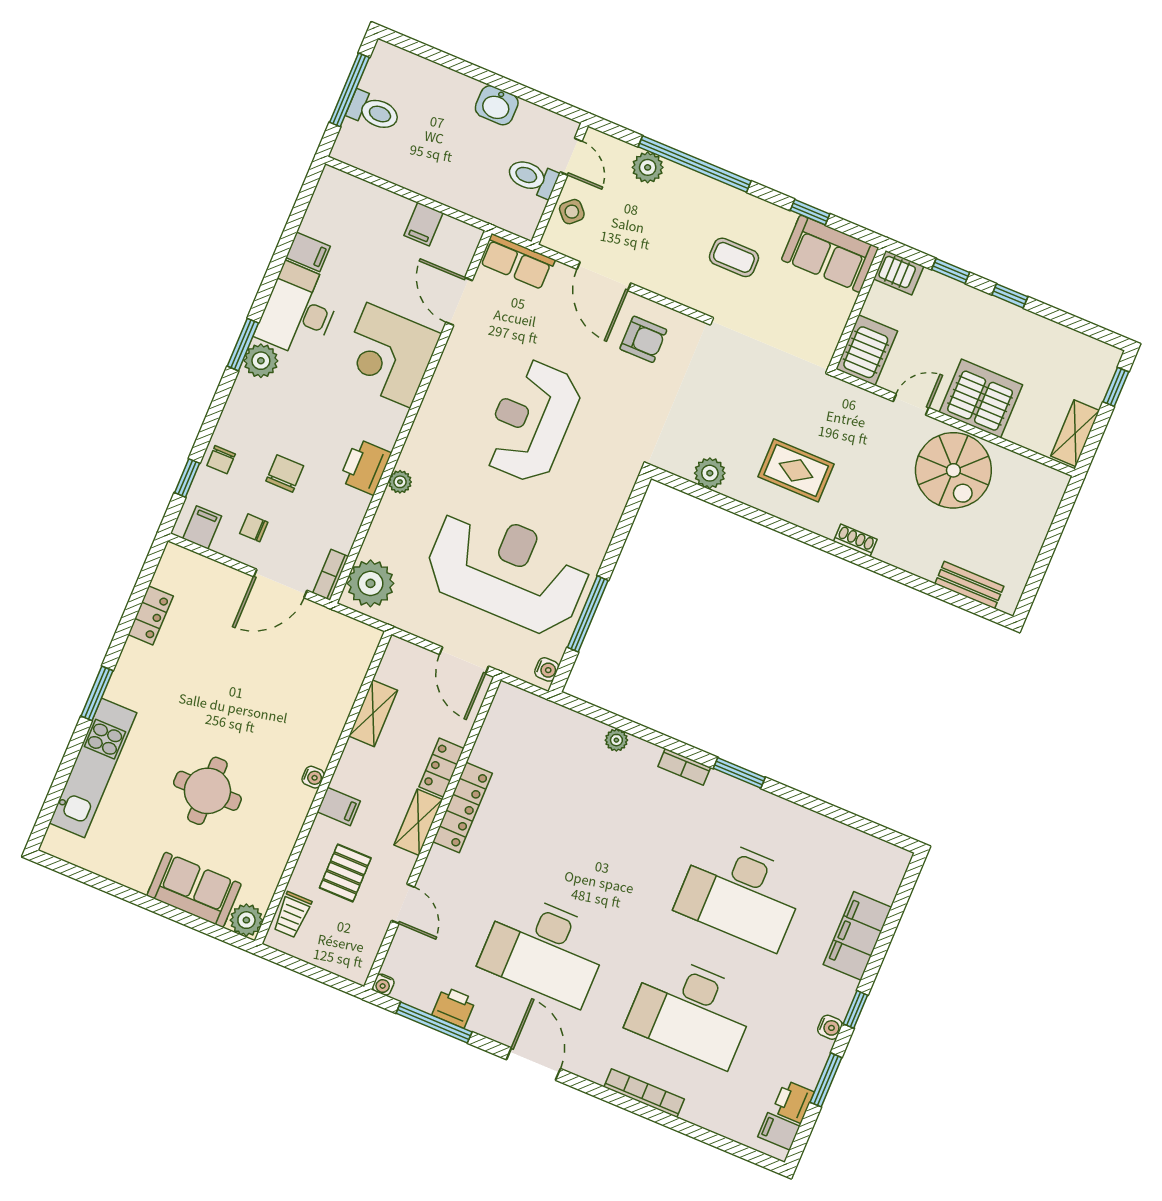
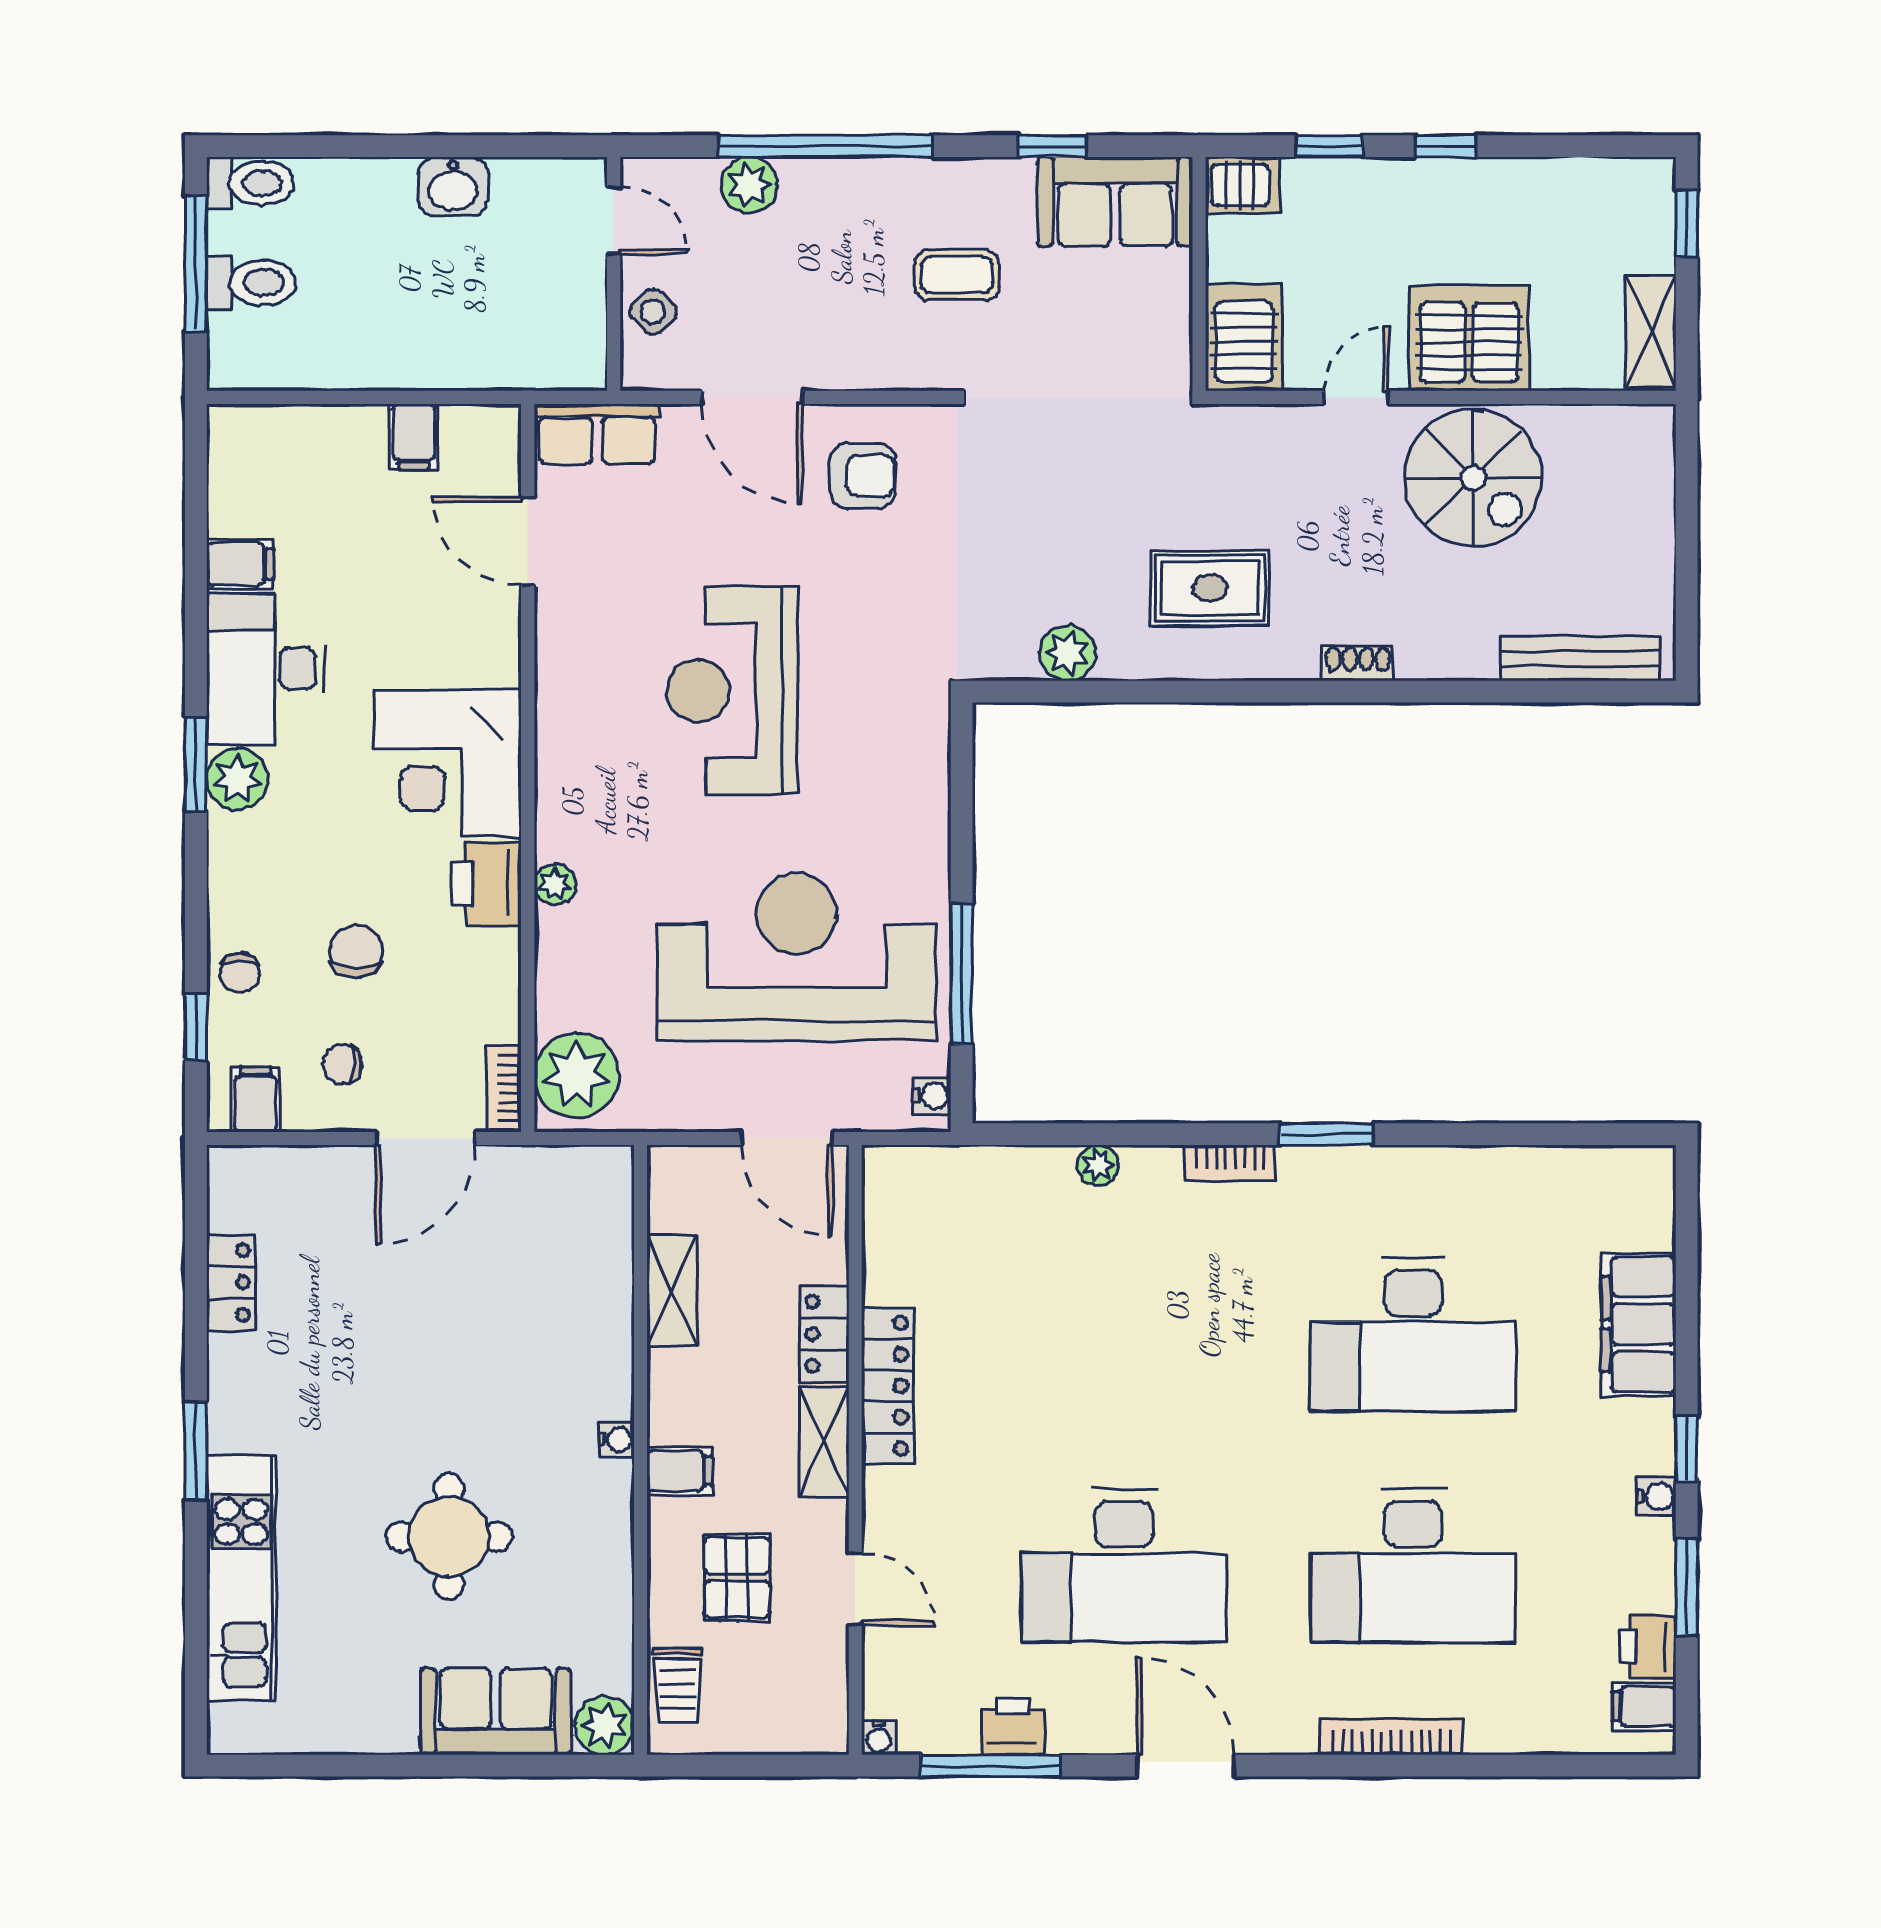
toilet: (532, 178) -> (250, 183), moved, turned 180
corner desk: (389, 355) -> (448, 763), moved
bench: (969, 585) -> (1580, 659), width x1.36

